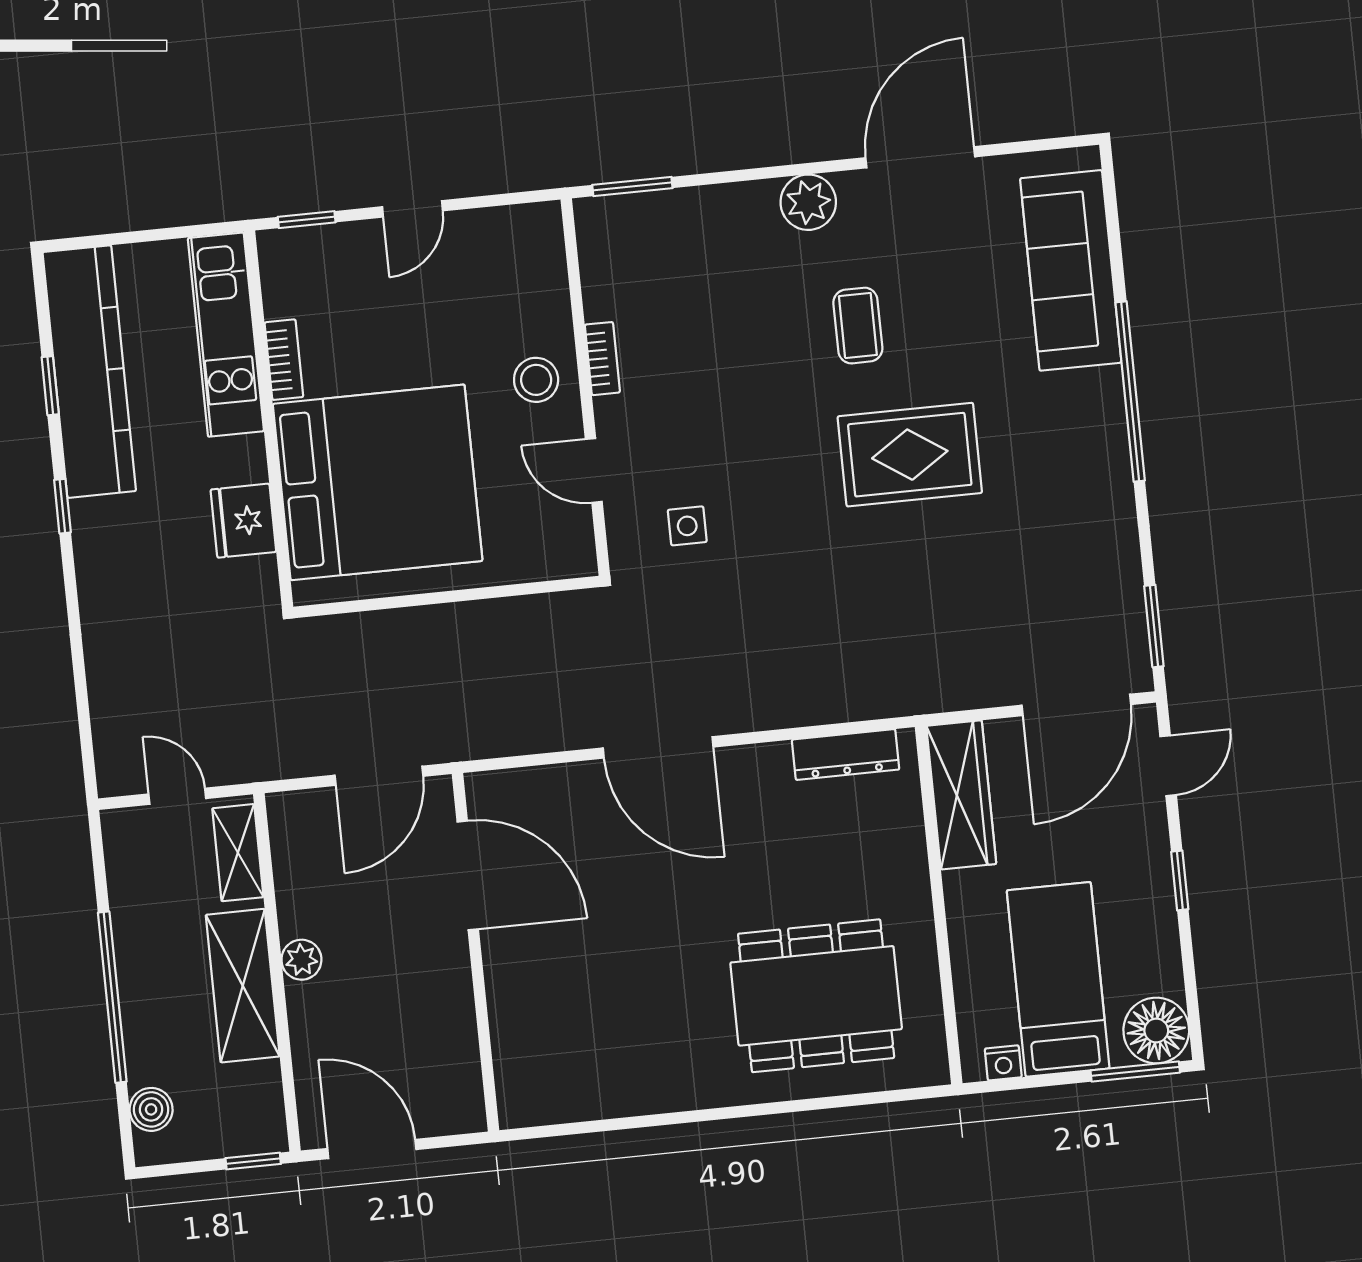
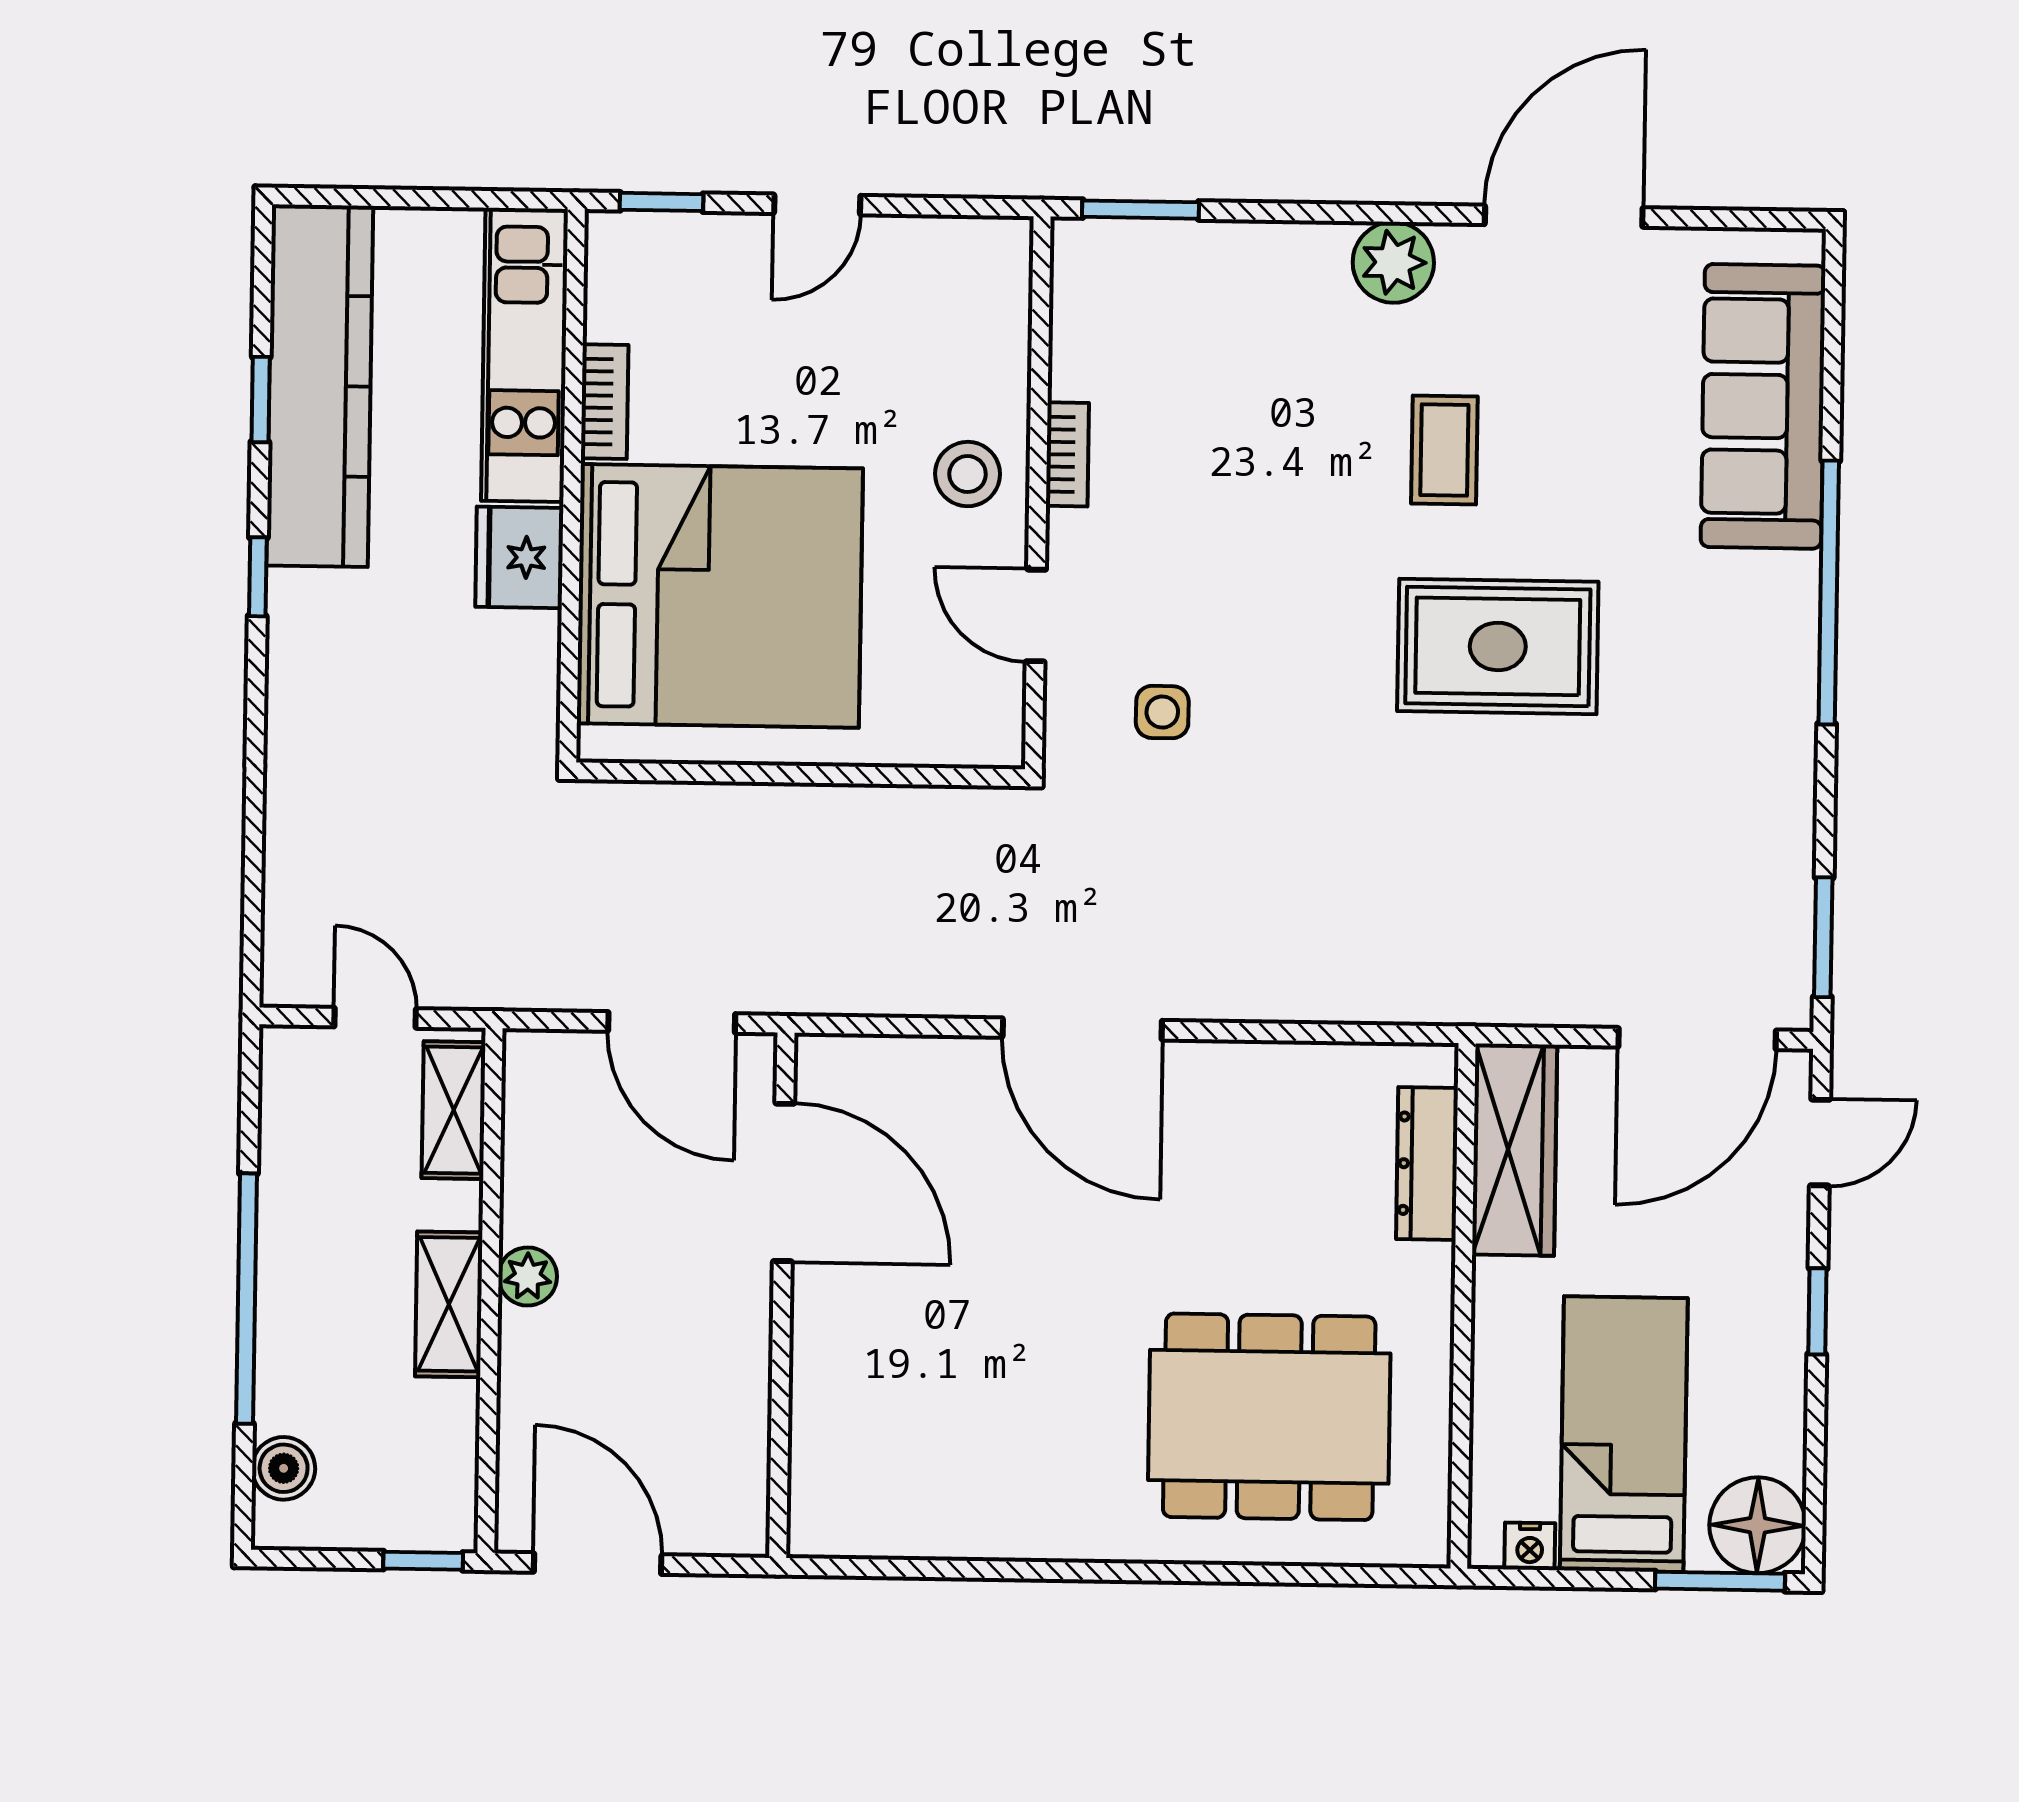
fridge: (243, 521) -> (519, 557), moved
dresser: (846, 755) -> (1427, 1164), moved, turned 90
door: (379, 776) -> (672, 1022), hinge flipped
shelving: (243, 986) -> (449, 1304), width x0.67, depth x0.75

